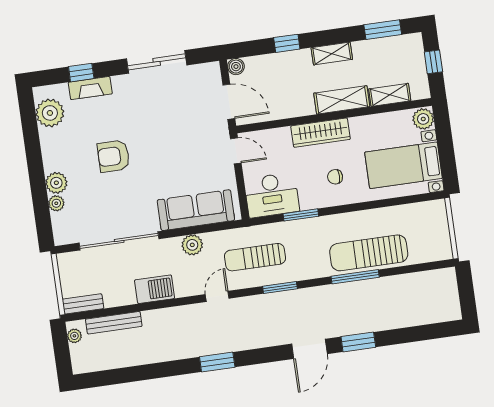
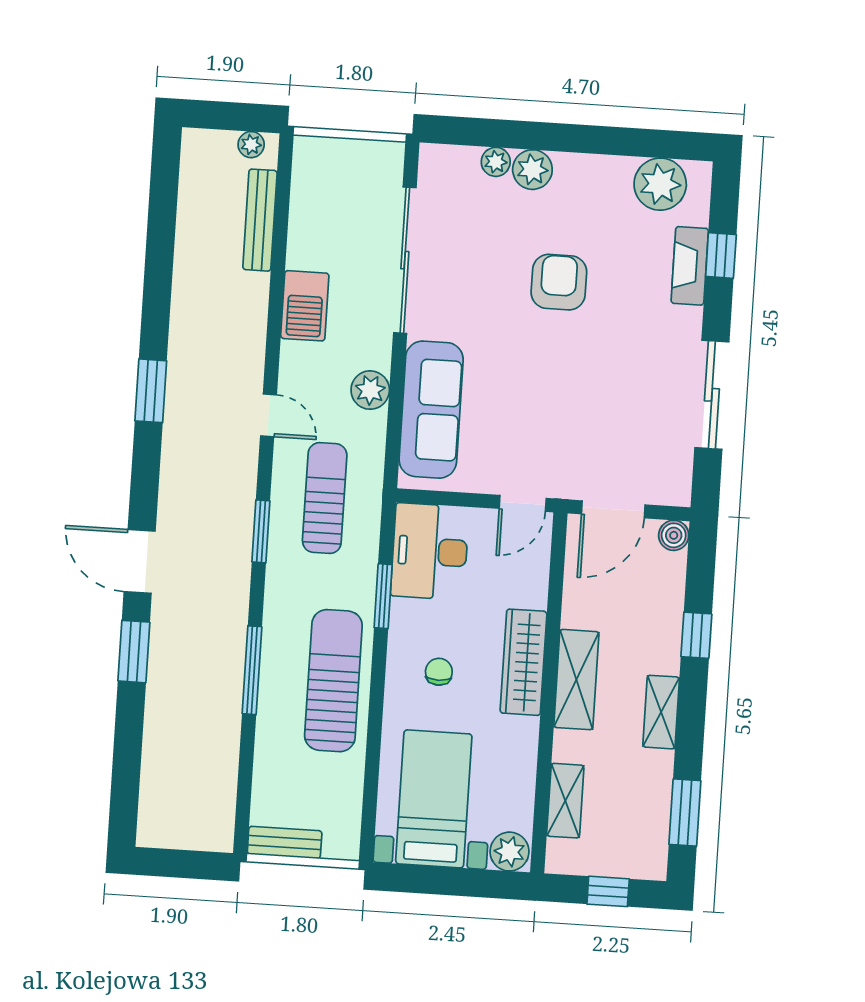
shelving: (342, 100) -> (576, 680), moved
sun lounger: (369, 253) -> (333, 681), moved
bench: (83, 304) -> (285, 842), moved, turned 90

